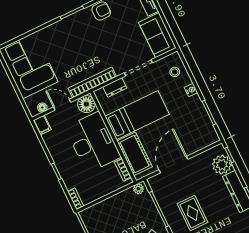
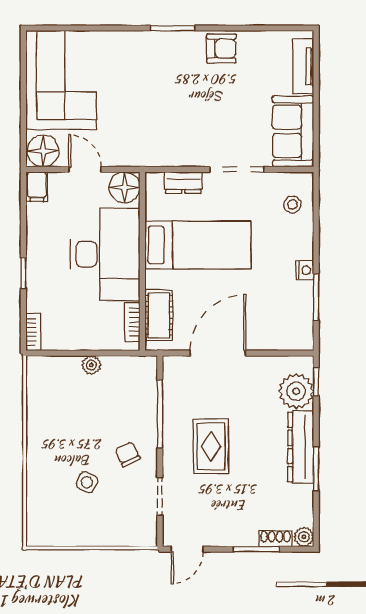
bookcase: (92, 82) -> (151, 157), removed
nightstand: (191, 90) -> (305, 270), moved
floor lamp: (42, 108) -> (43, 151), width x1.89, depth x1.89
cot: (135, 154) -> (159, 315), width x0.73, depth x0.75
plant: (138, 189) -> (91, 365), moved

